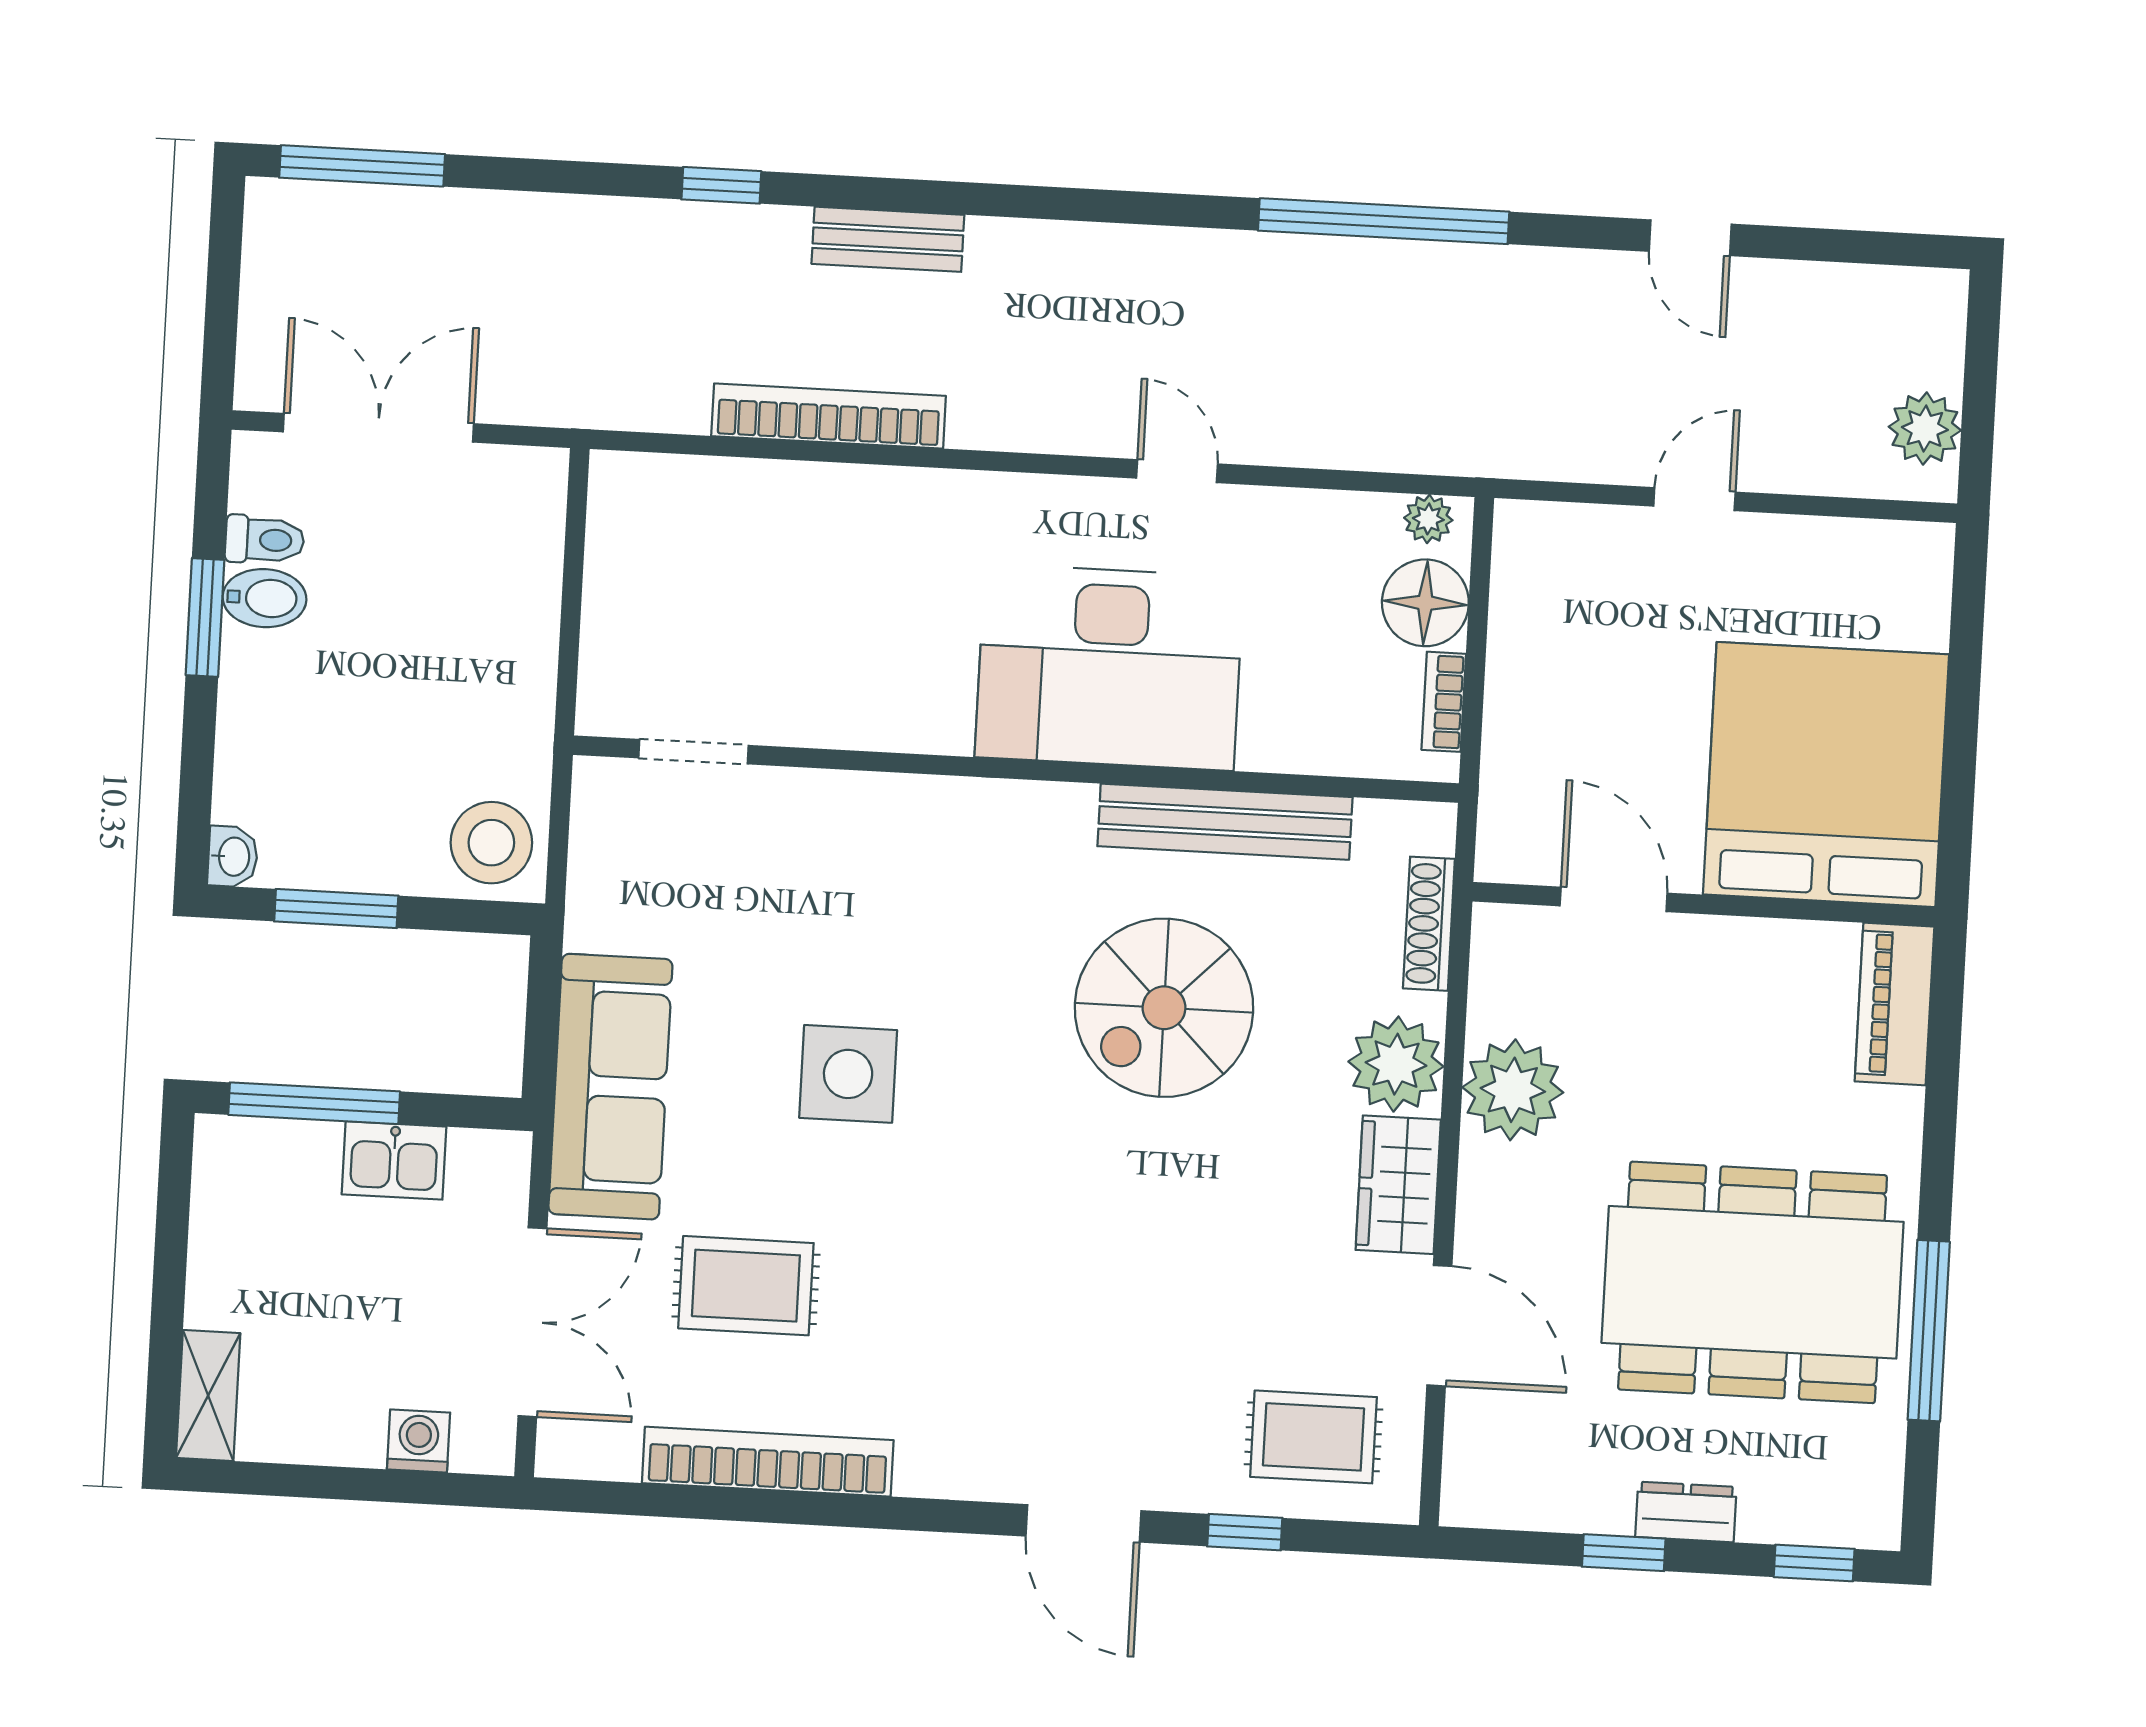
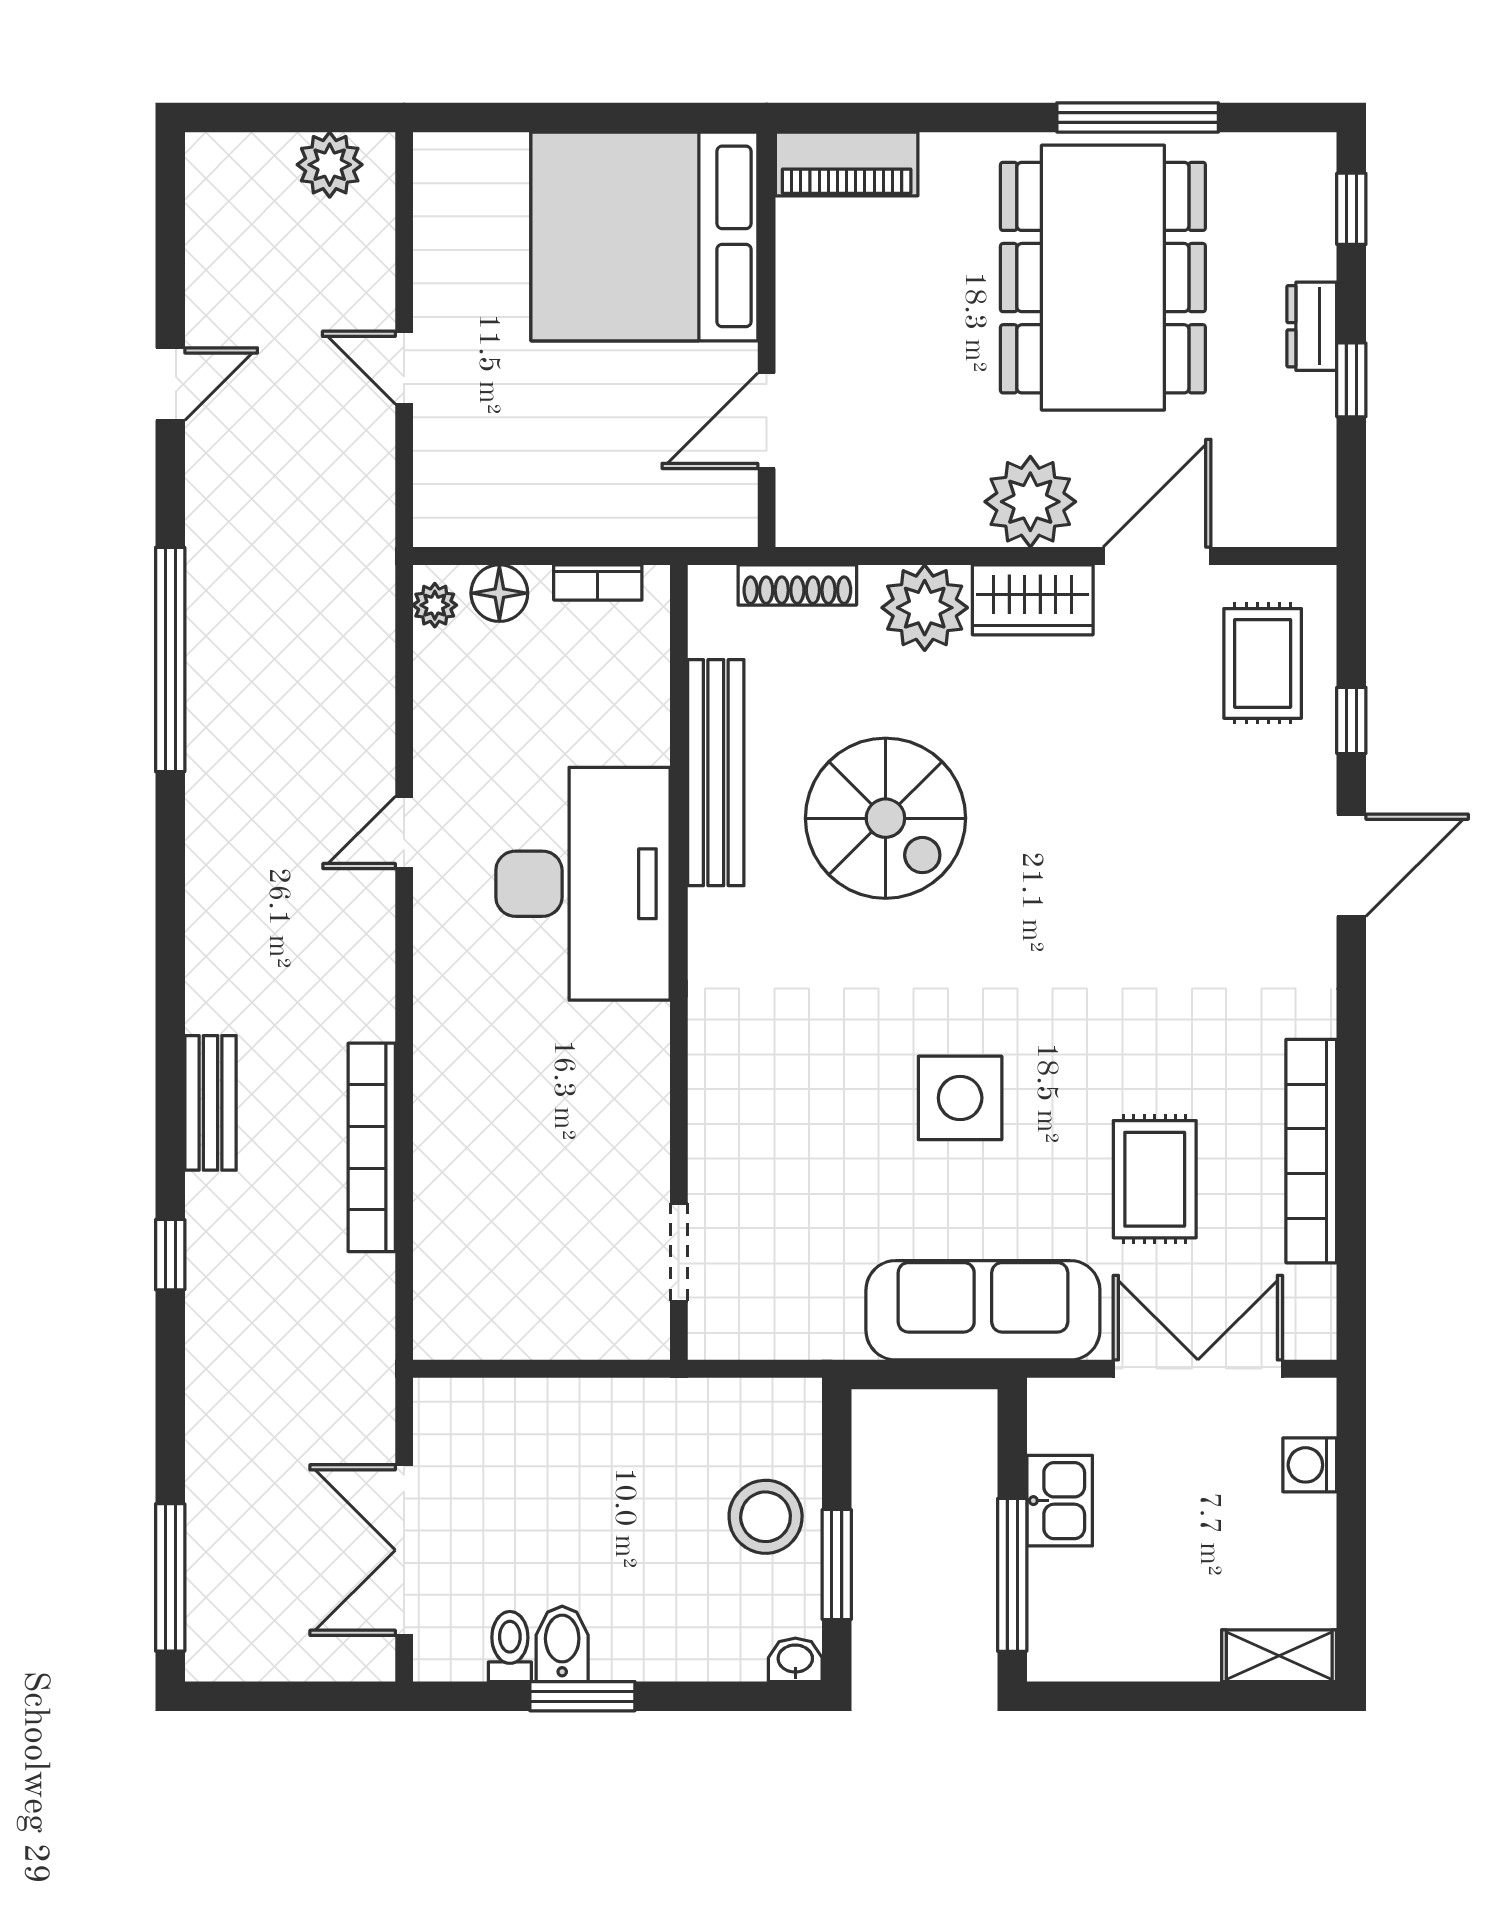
floor lamp: (1425, 603) -> (499, 593), width x0.73, depth x0.73
stool: (491, 843) -> (766, 1517), moved
plant: (1513, 1090) -> (1030, 502), moved

